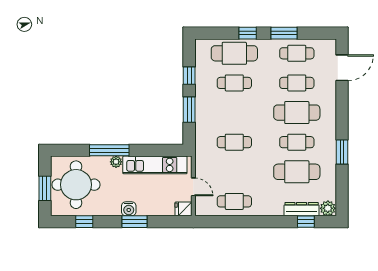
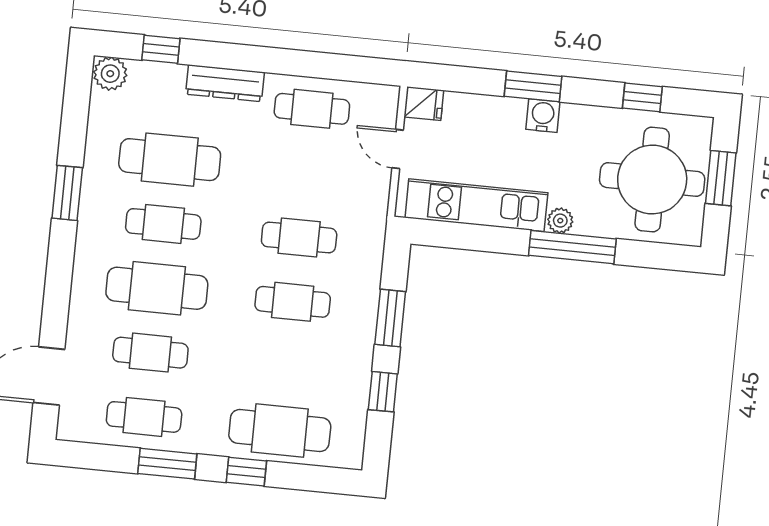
cafe table: (234, 83) -> (293, 302), moved
dresser: (302, 209) -> (225, 83), moved

